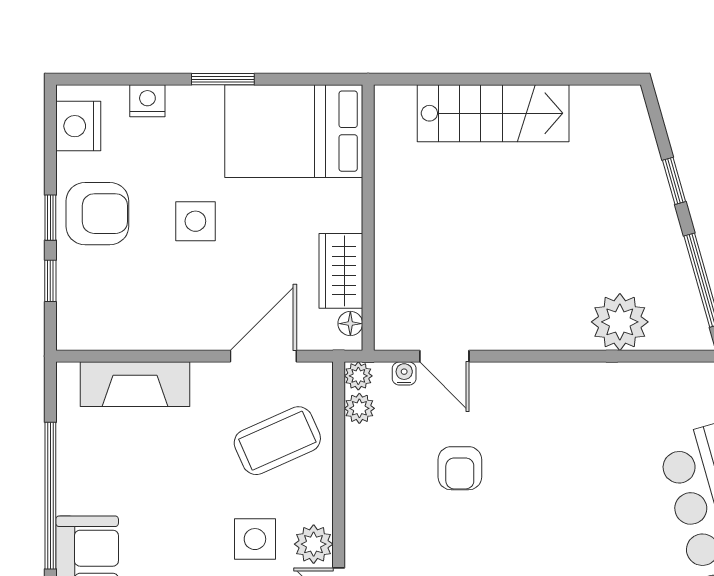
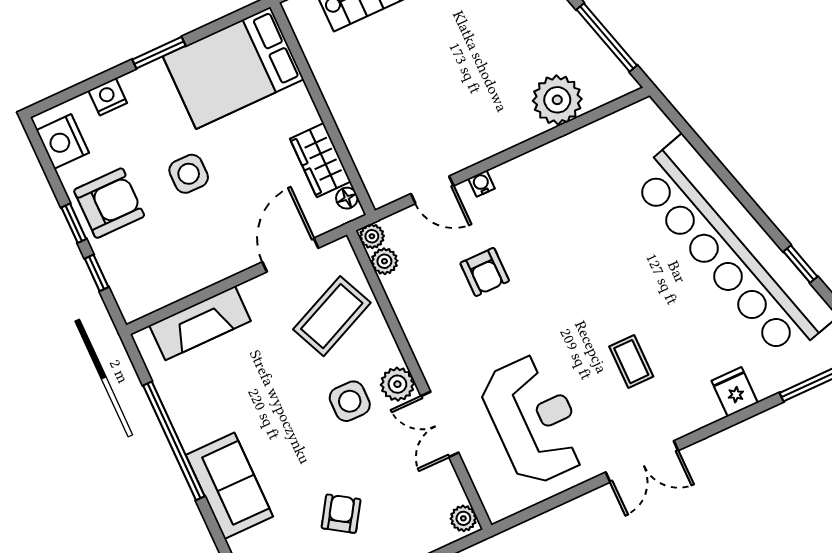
water cooler: (404, 373) -> (481, 184), moved

